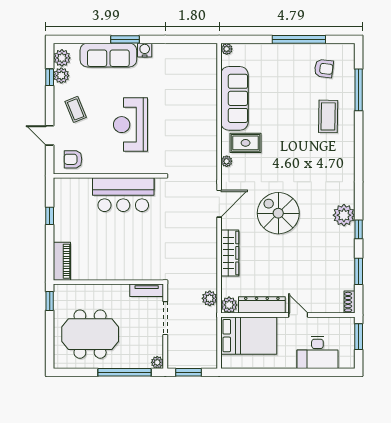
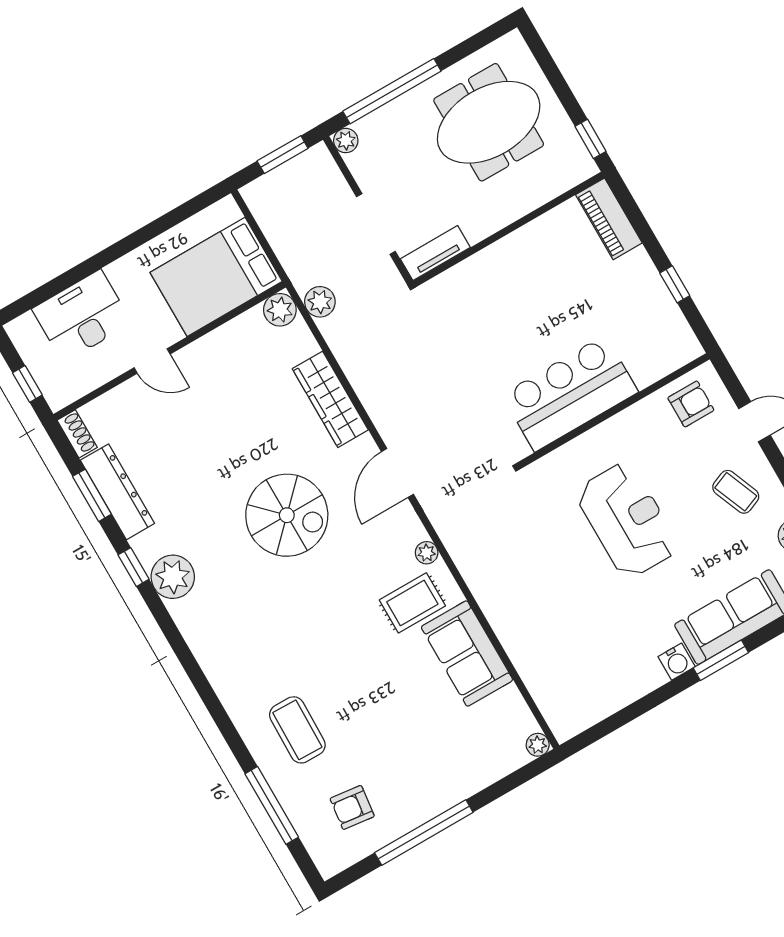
sofa: (234, 98) -> (467, 653), width x0.73
dresser: (262, 305) -> (117, 492), moved, turned -90
window: (359, 337) -> (27, 384), width x0.67

